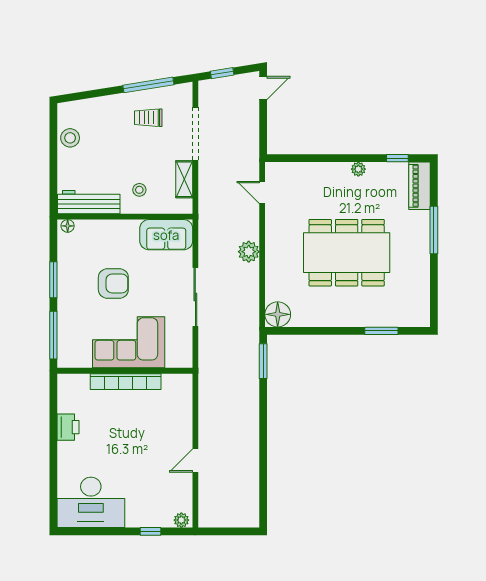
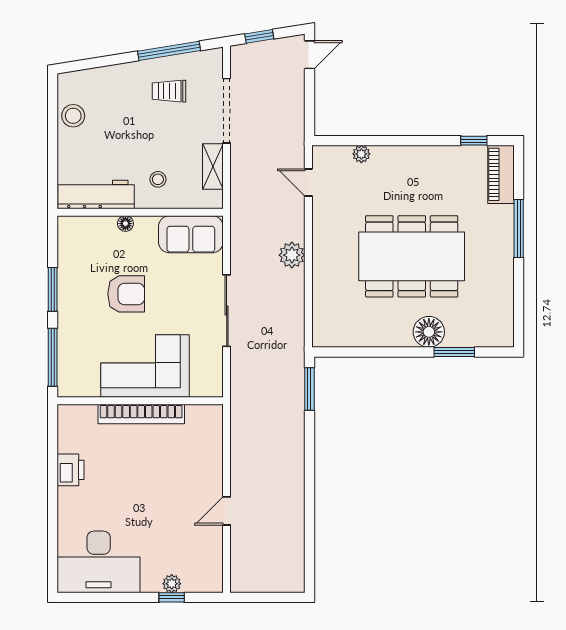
plant: (358, 169) -> (361, 154), moved
floor lamp: (68, 226) -> (125, 224), moved
floor lamp: (278, 314) -> (429, 332), moved
plant: (181, 520) -> (172, 584), moved

